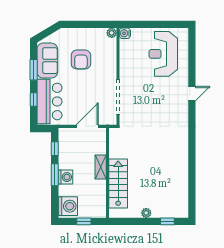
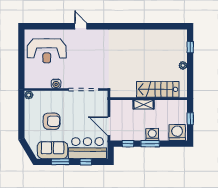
water cooler: (125, 33) -> (56, 84), moved
door: (87, 126) -> (109, 126), moved

